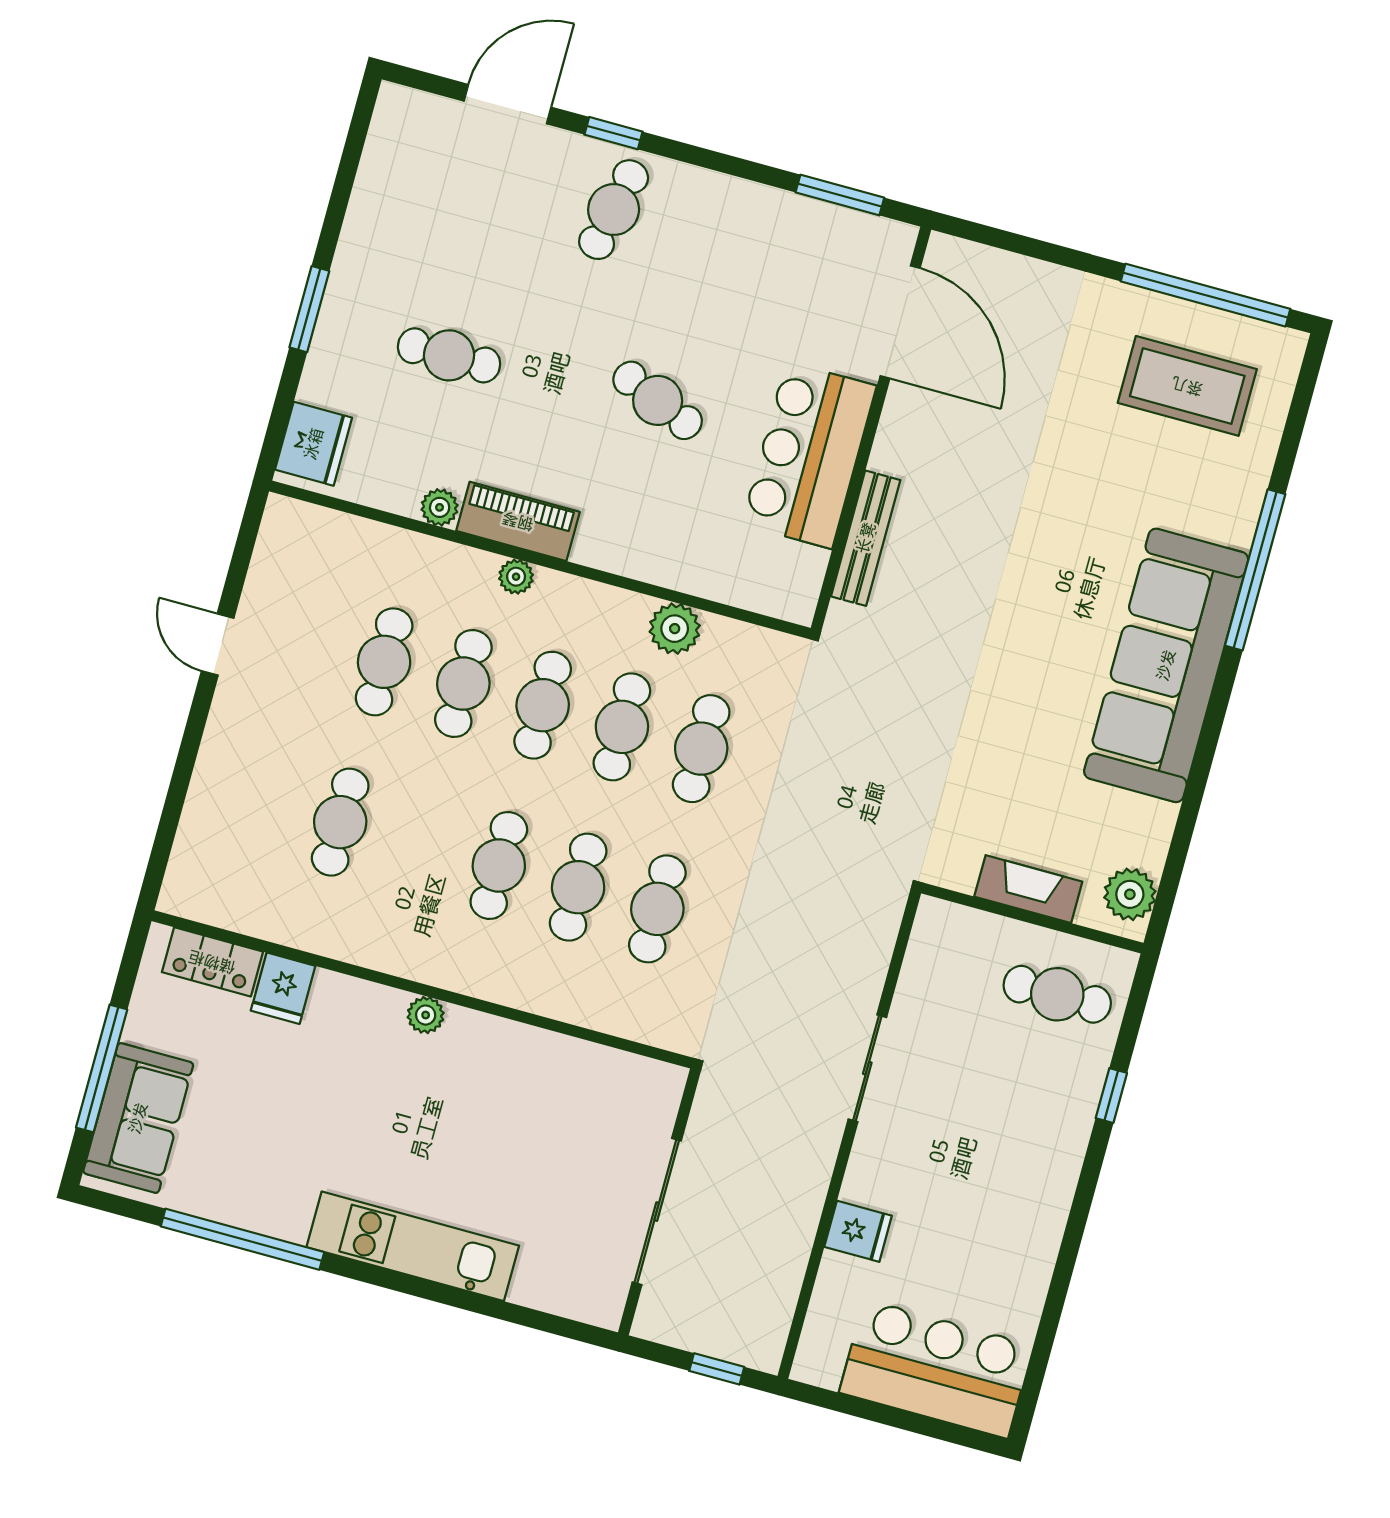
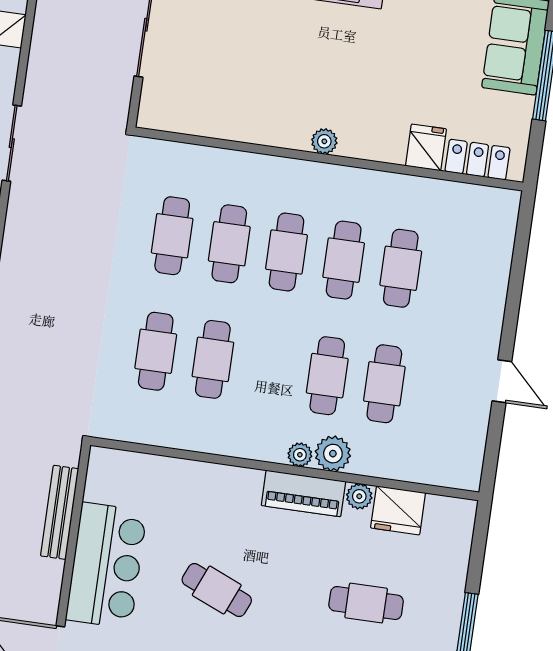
fridge: (314, 444) -> (398, 510), moved, turned -90
plant: (675, 629) -> (333, 454), moved
cafe table: (543, 705) -> (344, 260), moved

